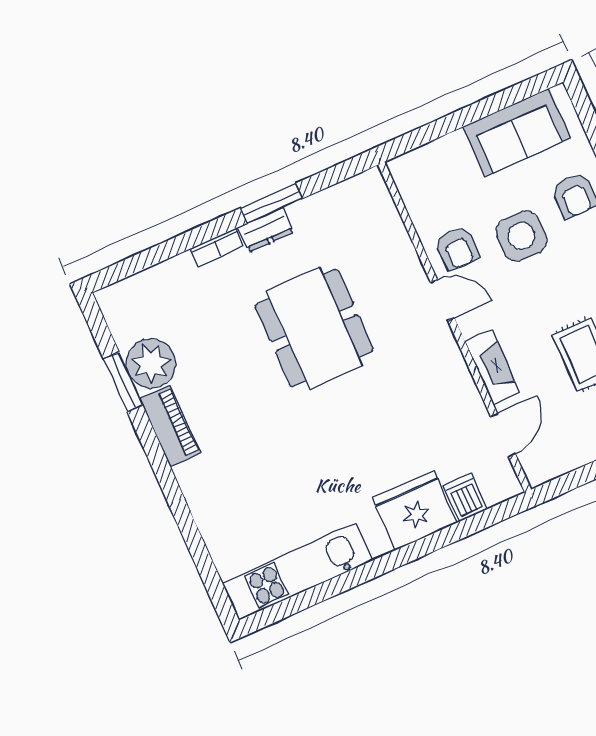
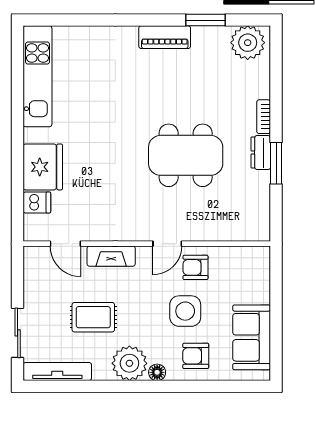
plant: (151, 364) -> (248, 43), moved

